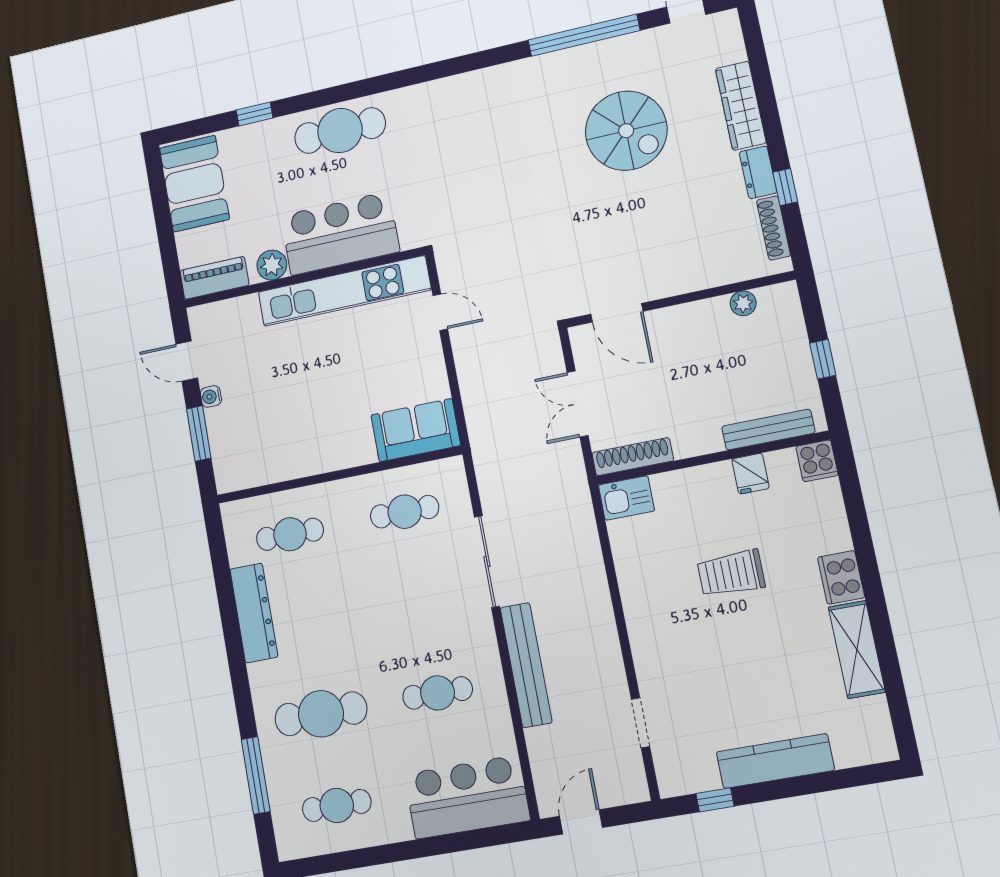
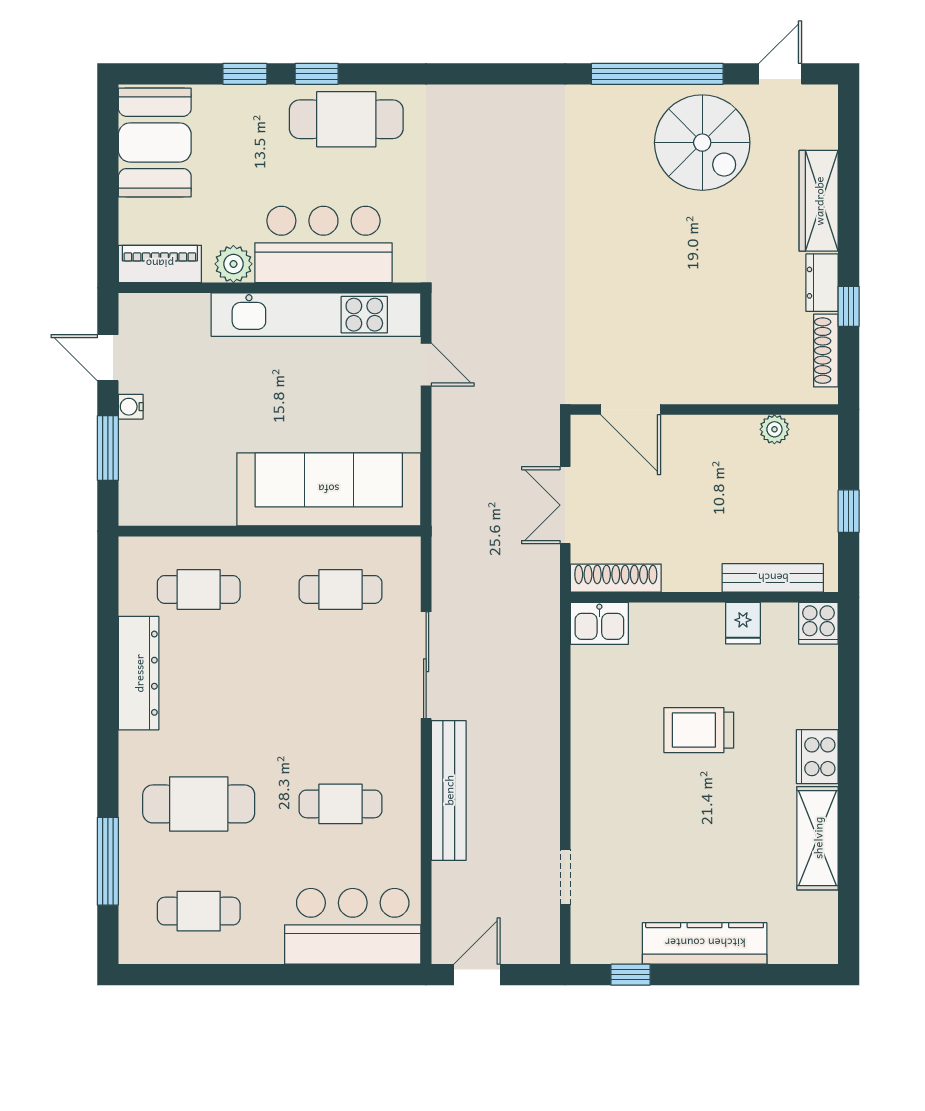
window: (310, 101) -> (317, 74), added
spiral stairs: (626, 131) -> (702, 143), moved
sofa: (416, 430) -> (329, 489), width x1.85, depth x1.27

